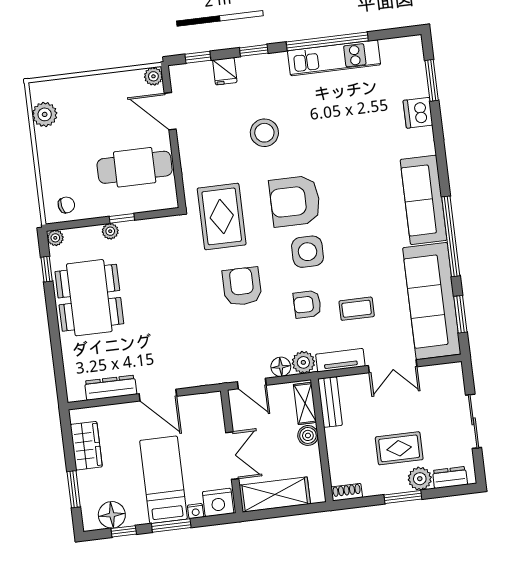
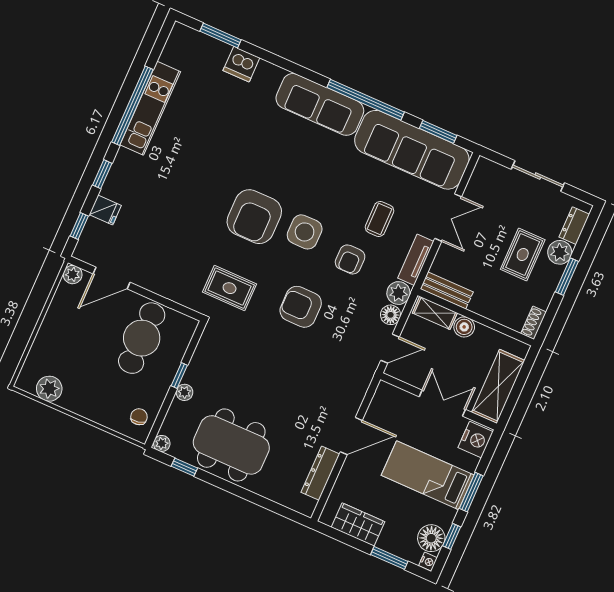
stool: (264, 133) -> (179, 208), removed
rug: (222, 216) -> (230, 288), width x0.73, depth x0.70
nightstand: (196, 511) -> (428, 562), moved

